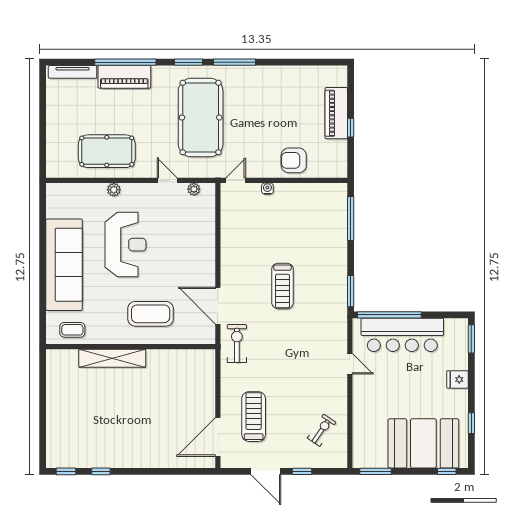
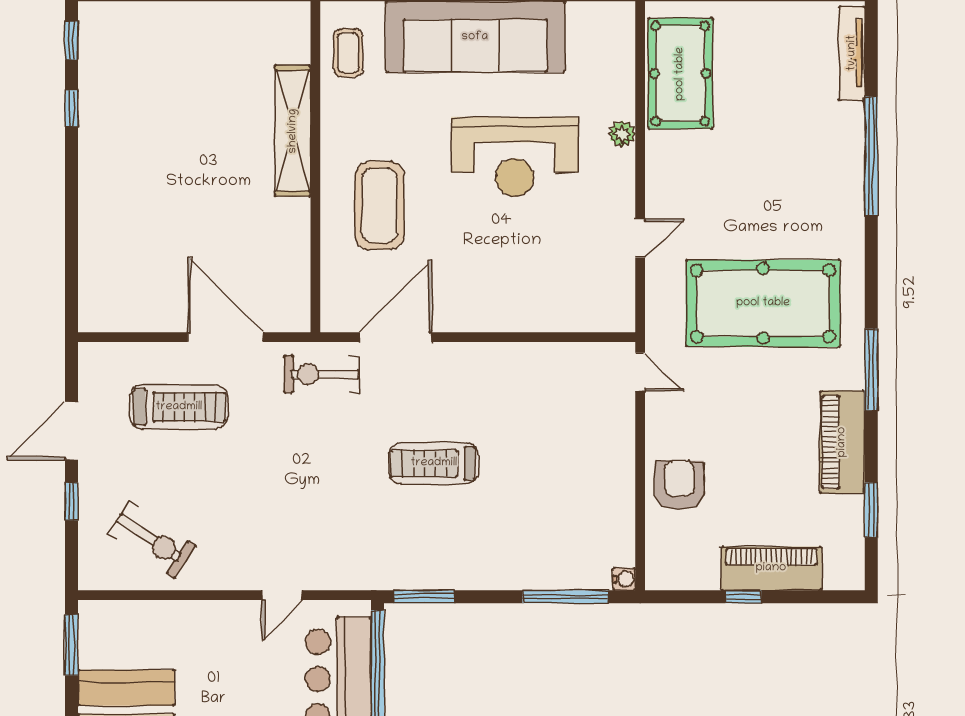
window: (188, 62) -> (871, 510), moved
piano: (124, 77) -> (842, 442), moved
pool table: (107, 151) -> (680, 74), moved
plant: (194, 189) -> (623, 290), removed
water cooler: (267, 189) -> (624, 579), moved
exercise bike: (237, 343) -> (321, 374), turned 180
exercise bike: (322, 430) -> (152, 540), width x1.38, depth x1.39
door: (218, 437) -> (225, 337), moved

